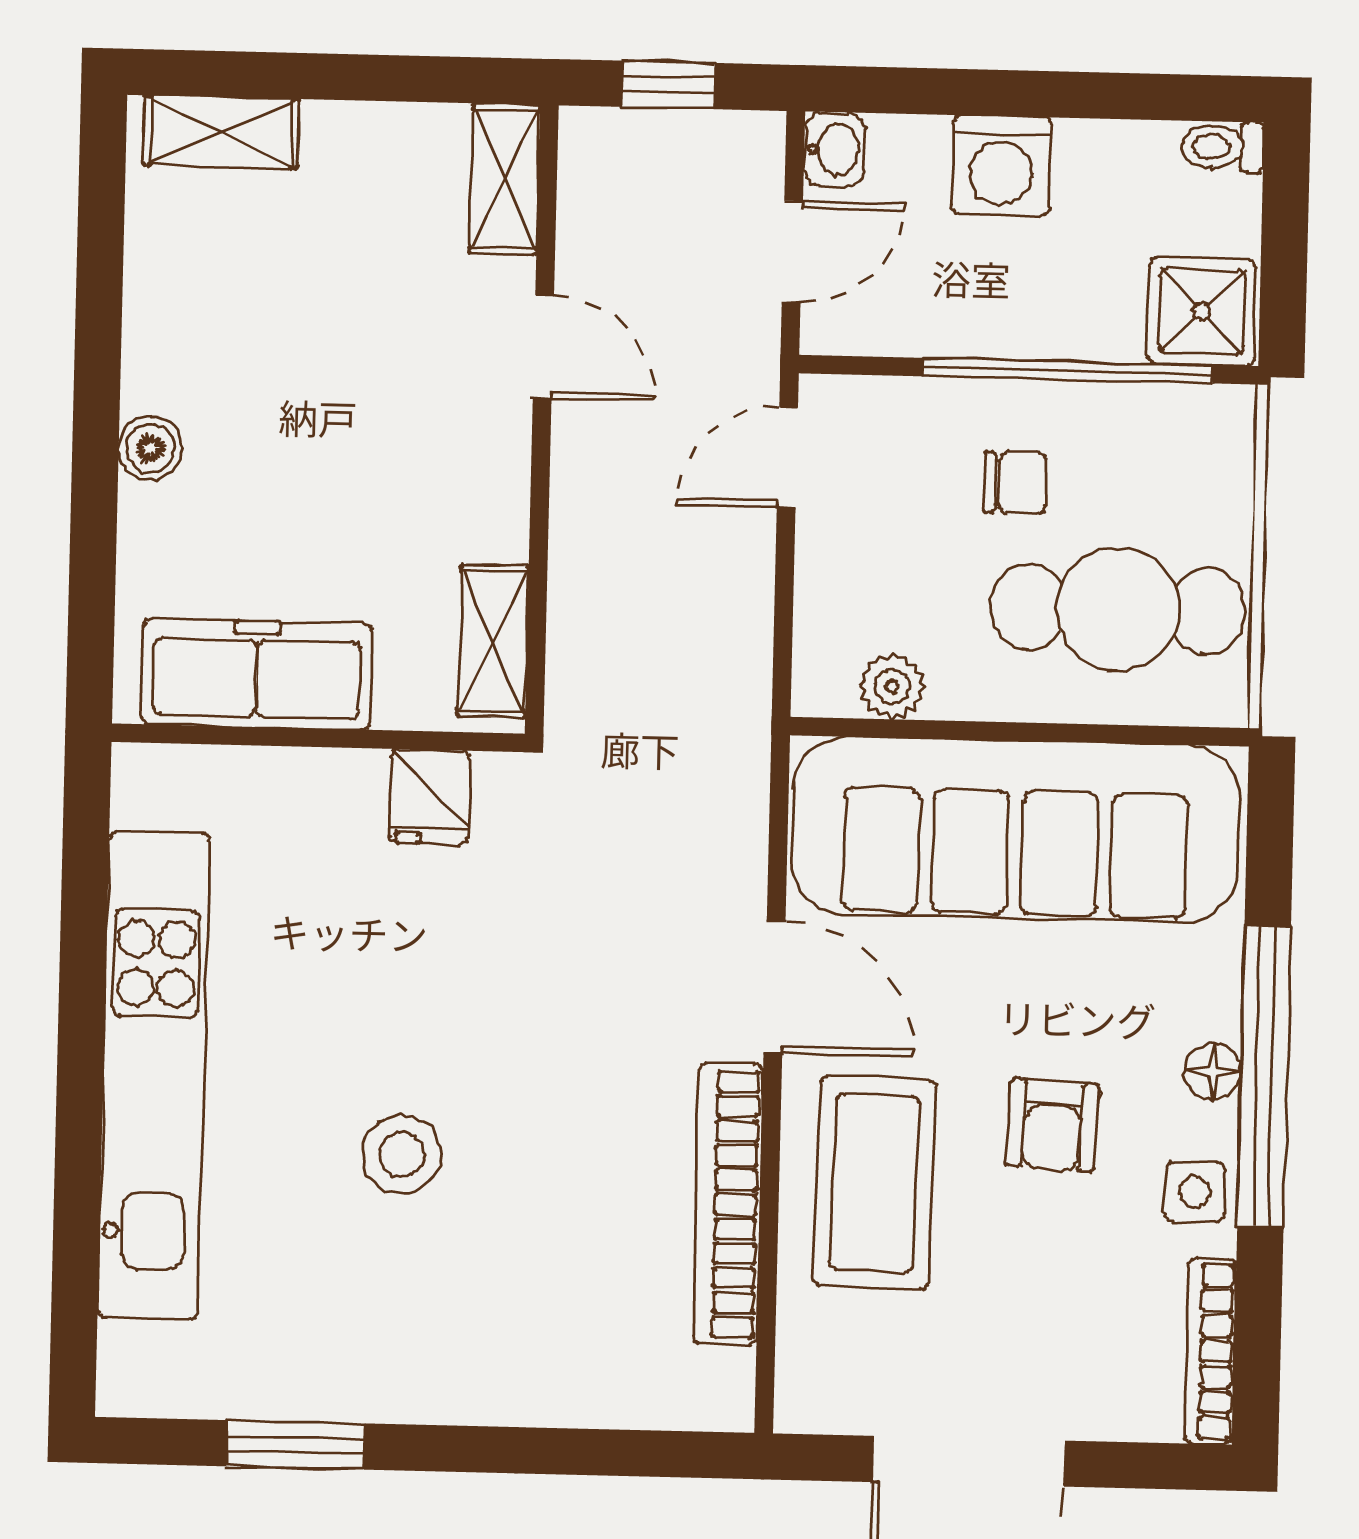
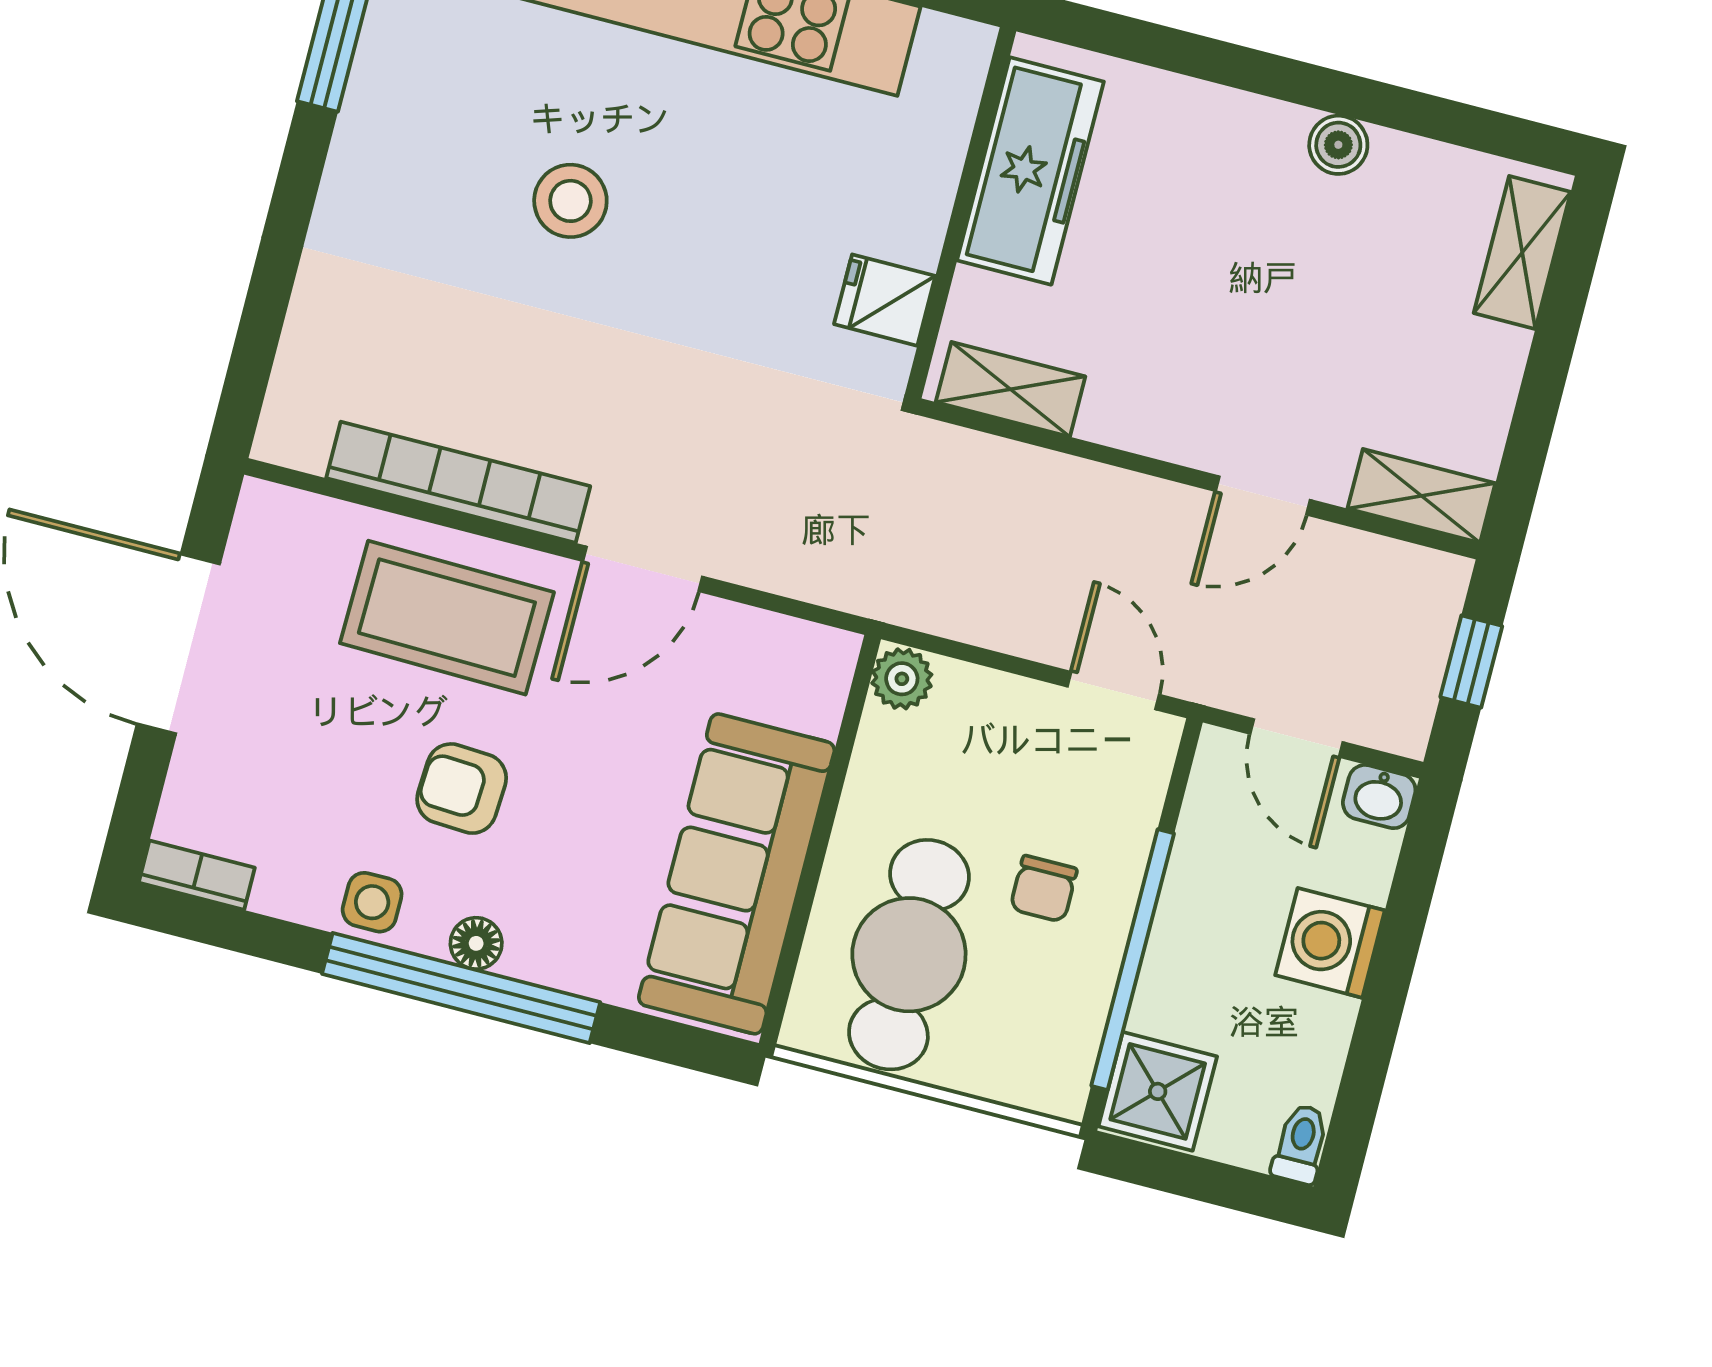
boiler: (150, 448) -> (1338, 145), moved
plant: (892, 687) -> (902, 679), moved
sofa: (1015, 830) -> (737, 874), width x0.74, depth x0.79
bookcase: (1210, 1351) -> (197, 875), width x0.64

